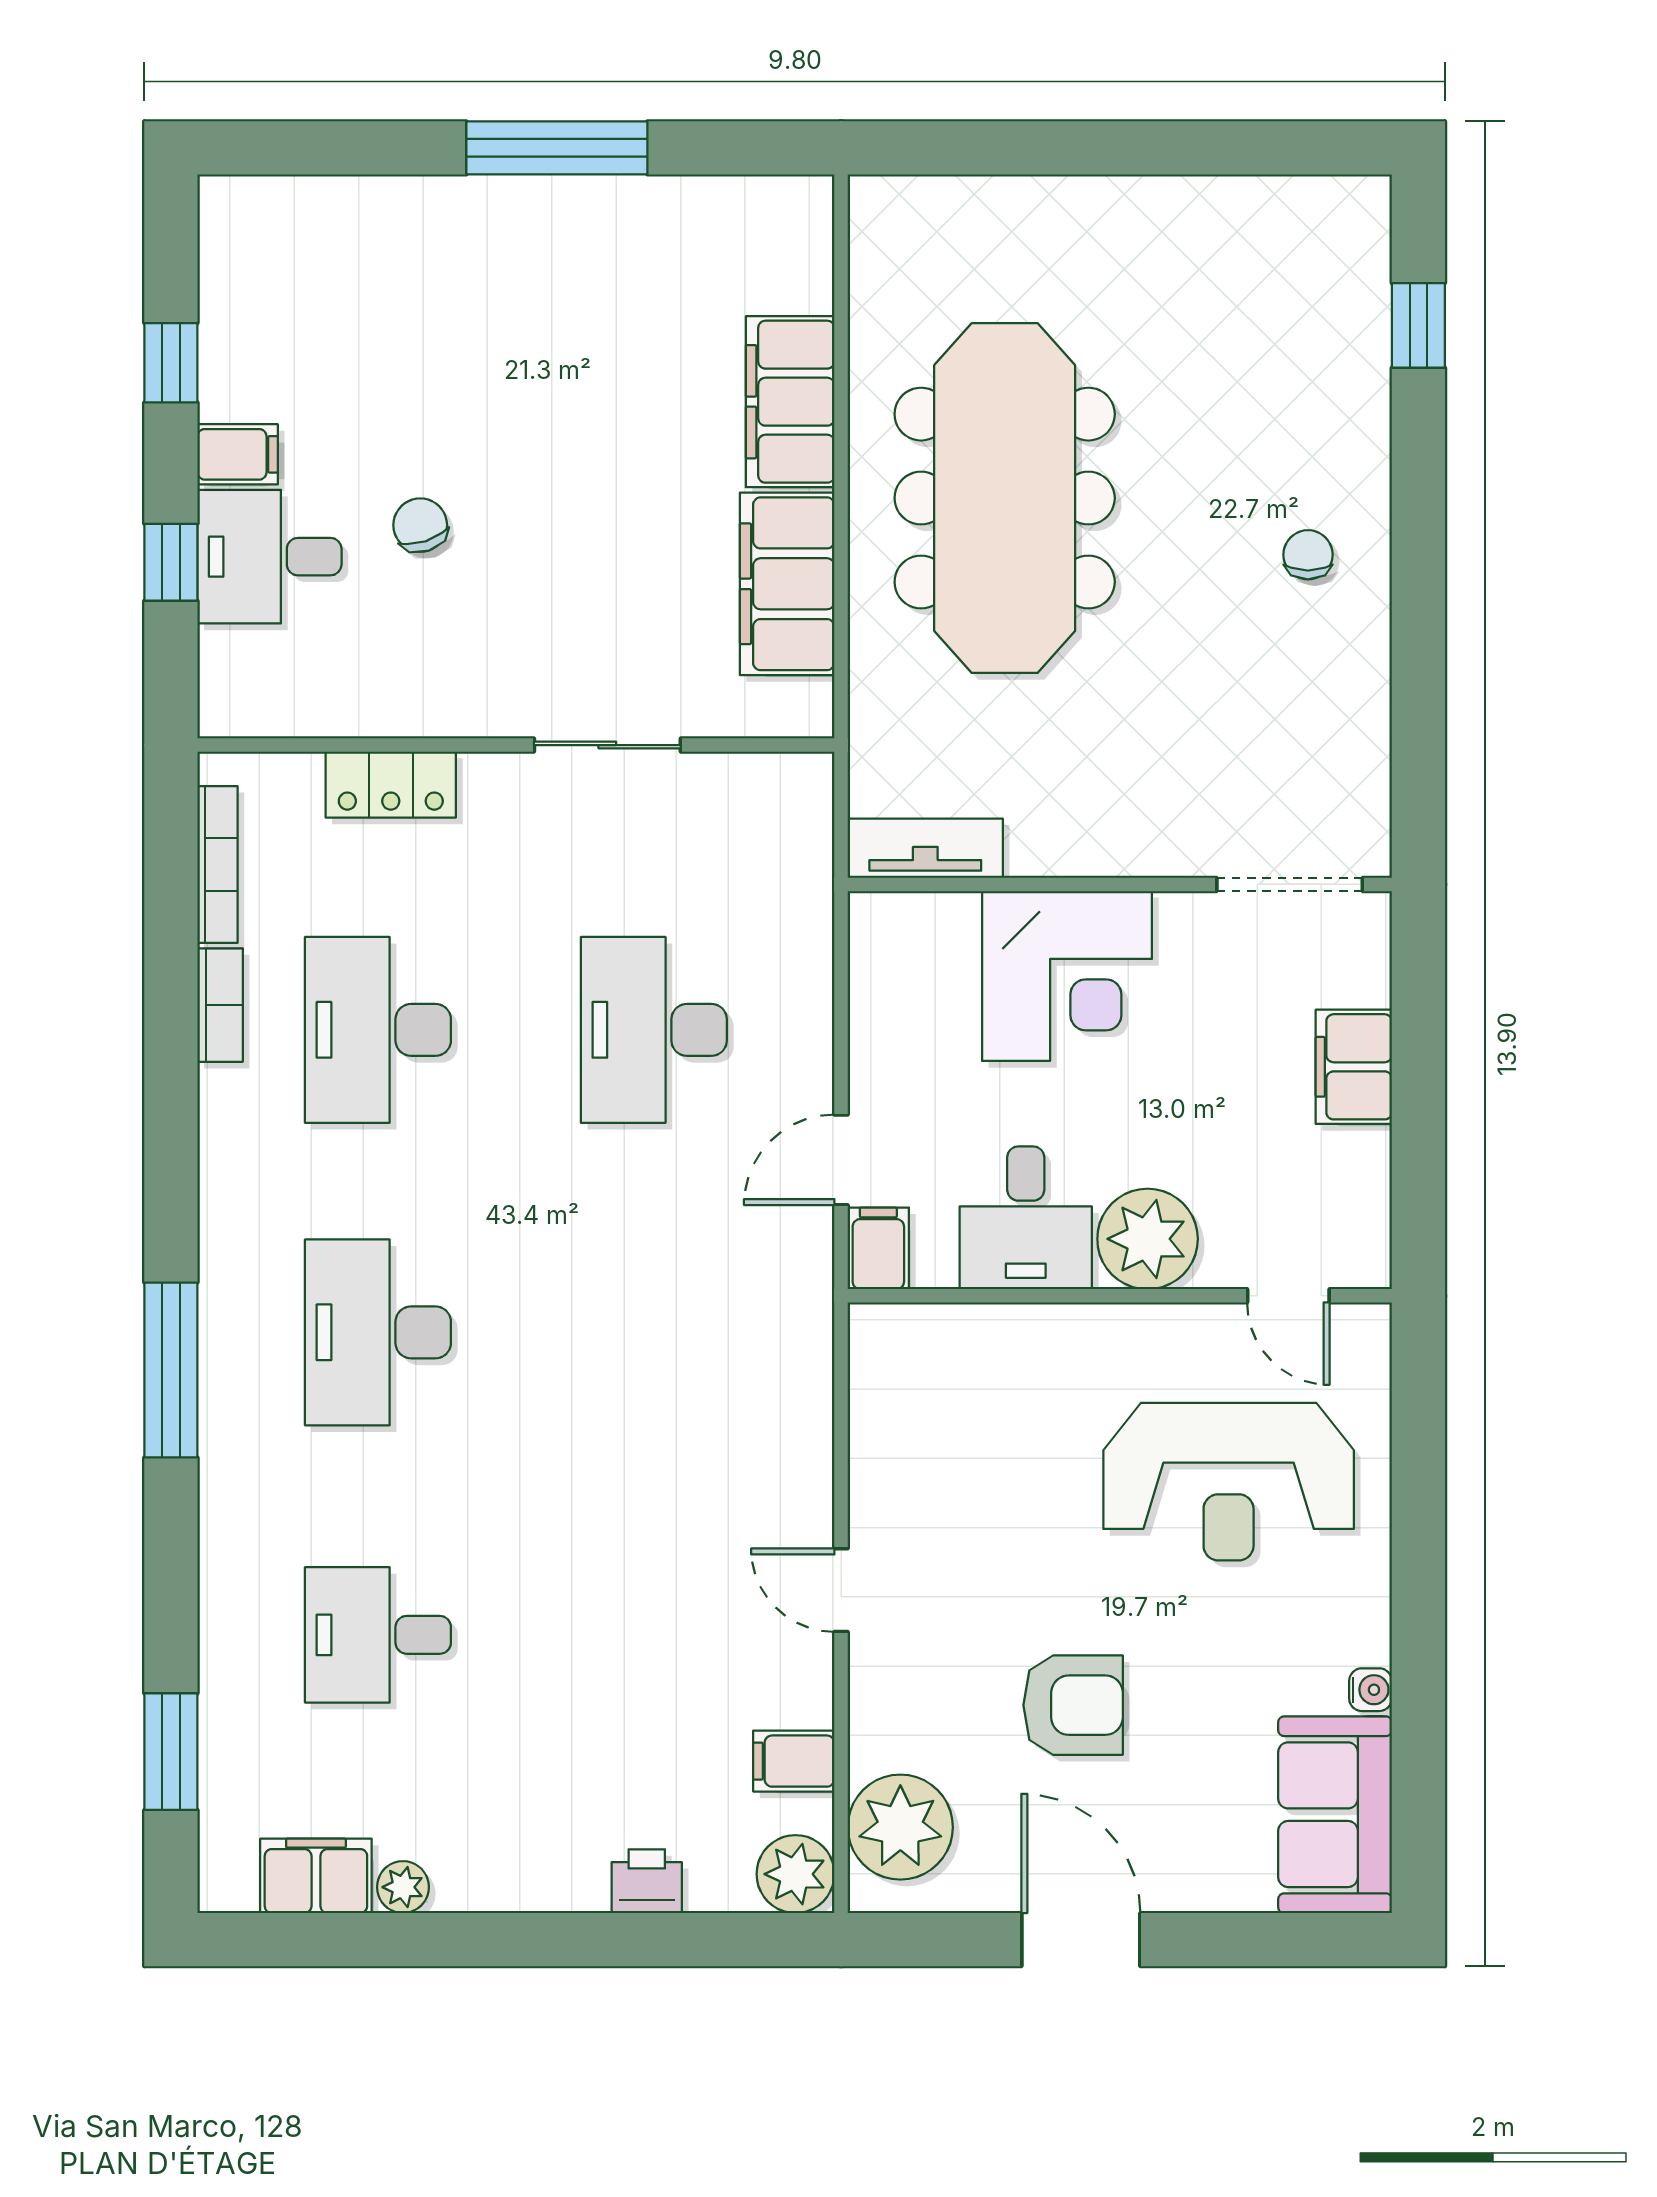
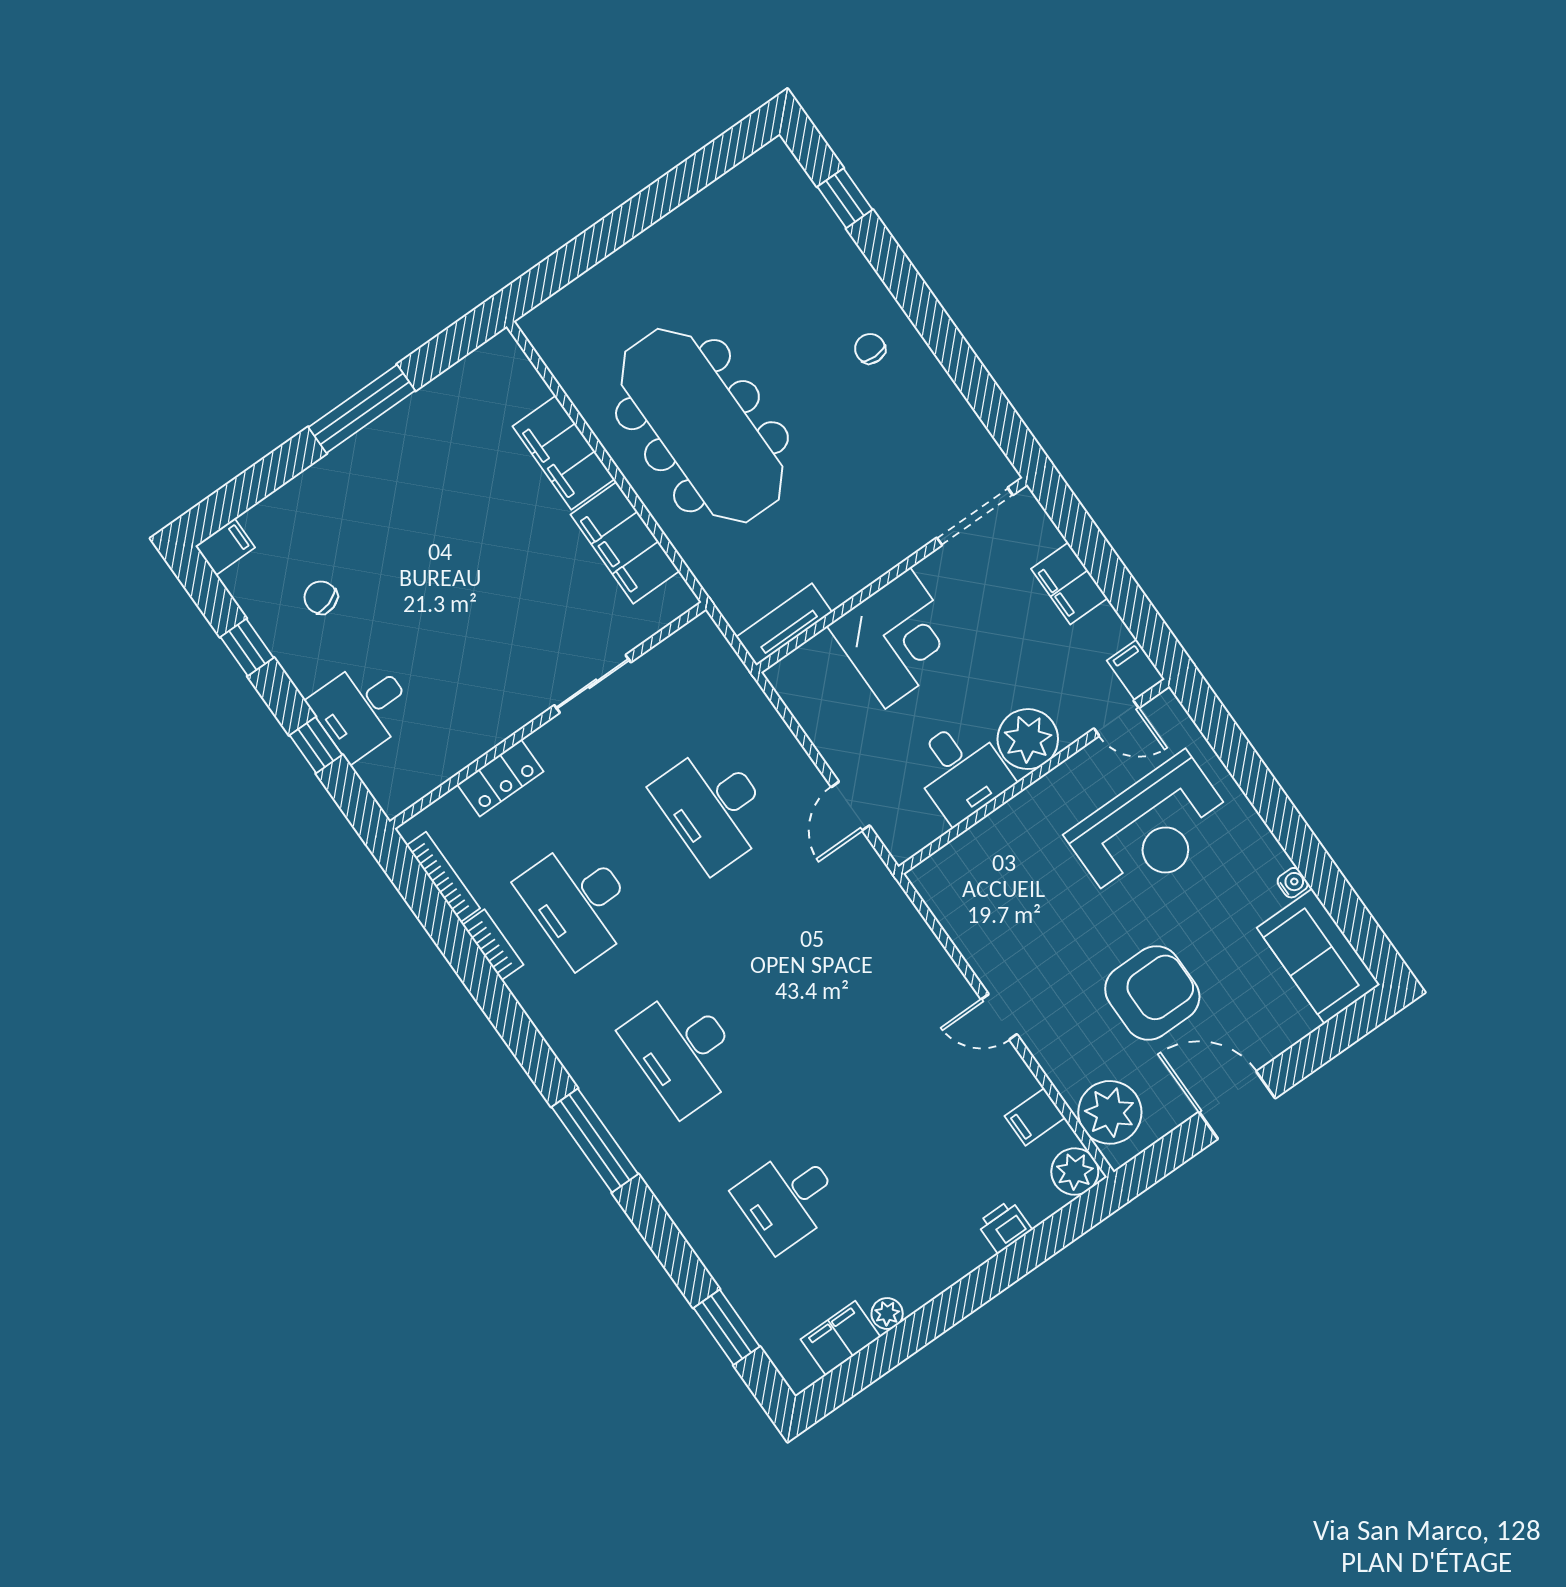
filing cabinet: (238, 454) -> (225, 547), moved
chair: (420, 525) -> (321, 597), moved
filing cabinet: (878, 1248) -> (1136, 670), moved
armchair: (1073, 1705) -> (1152, 993), width x1.36, depth x1.36

